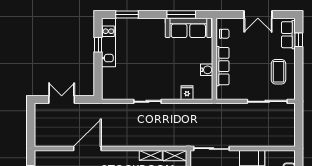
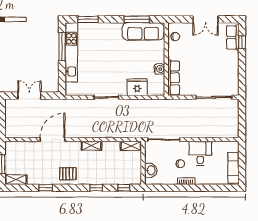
kitchen unit: (108, 42) -> (71, 52), width x1.36
window: (98, 45) -> (62, 46), width x2.17
row of seats: (222, 66) -> (174, 78), moved
coffee table: (278, 72) -> (224, 71), removed
fridge: (187, 93) -> (137, 87), width x1.88, depth x1.34
shelving: (151, 155) -> (91, 146), moved

